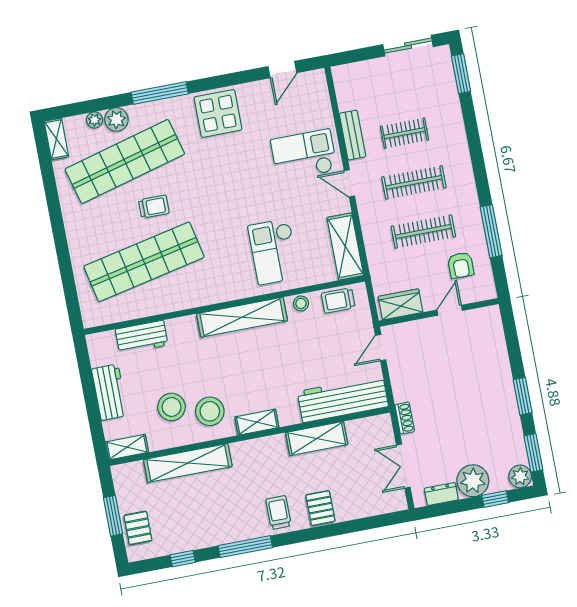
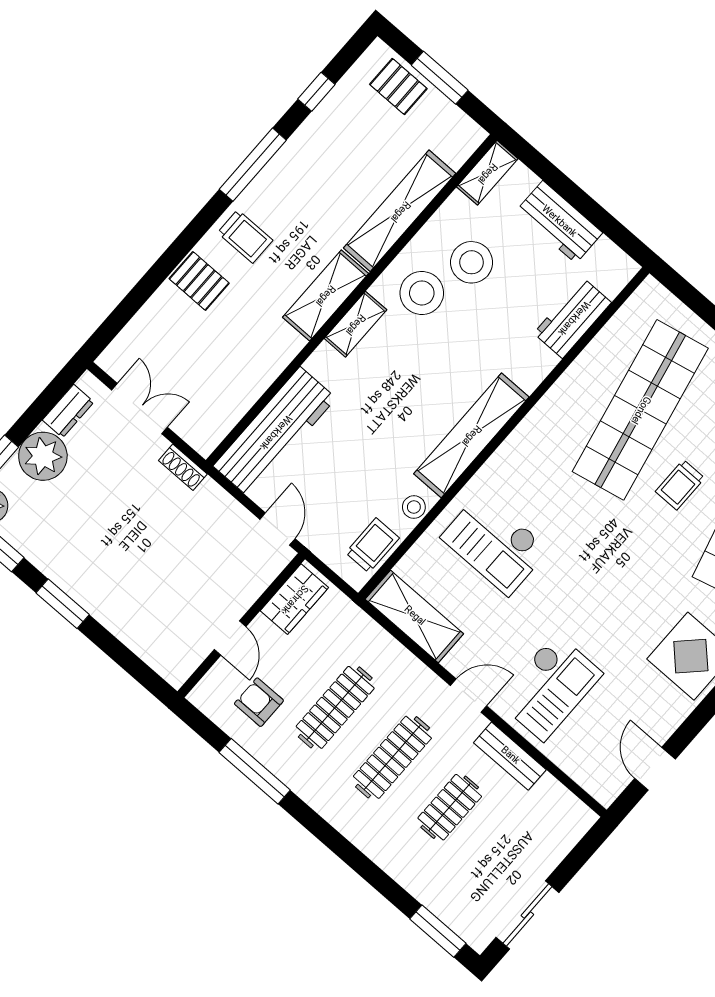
checkout: (274, 252) -> (495, 543), turned 180
shelving: (317, 439) -> (325, 295), moved

